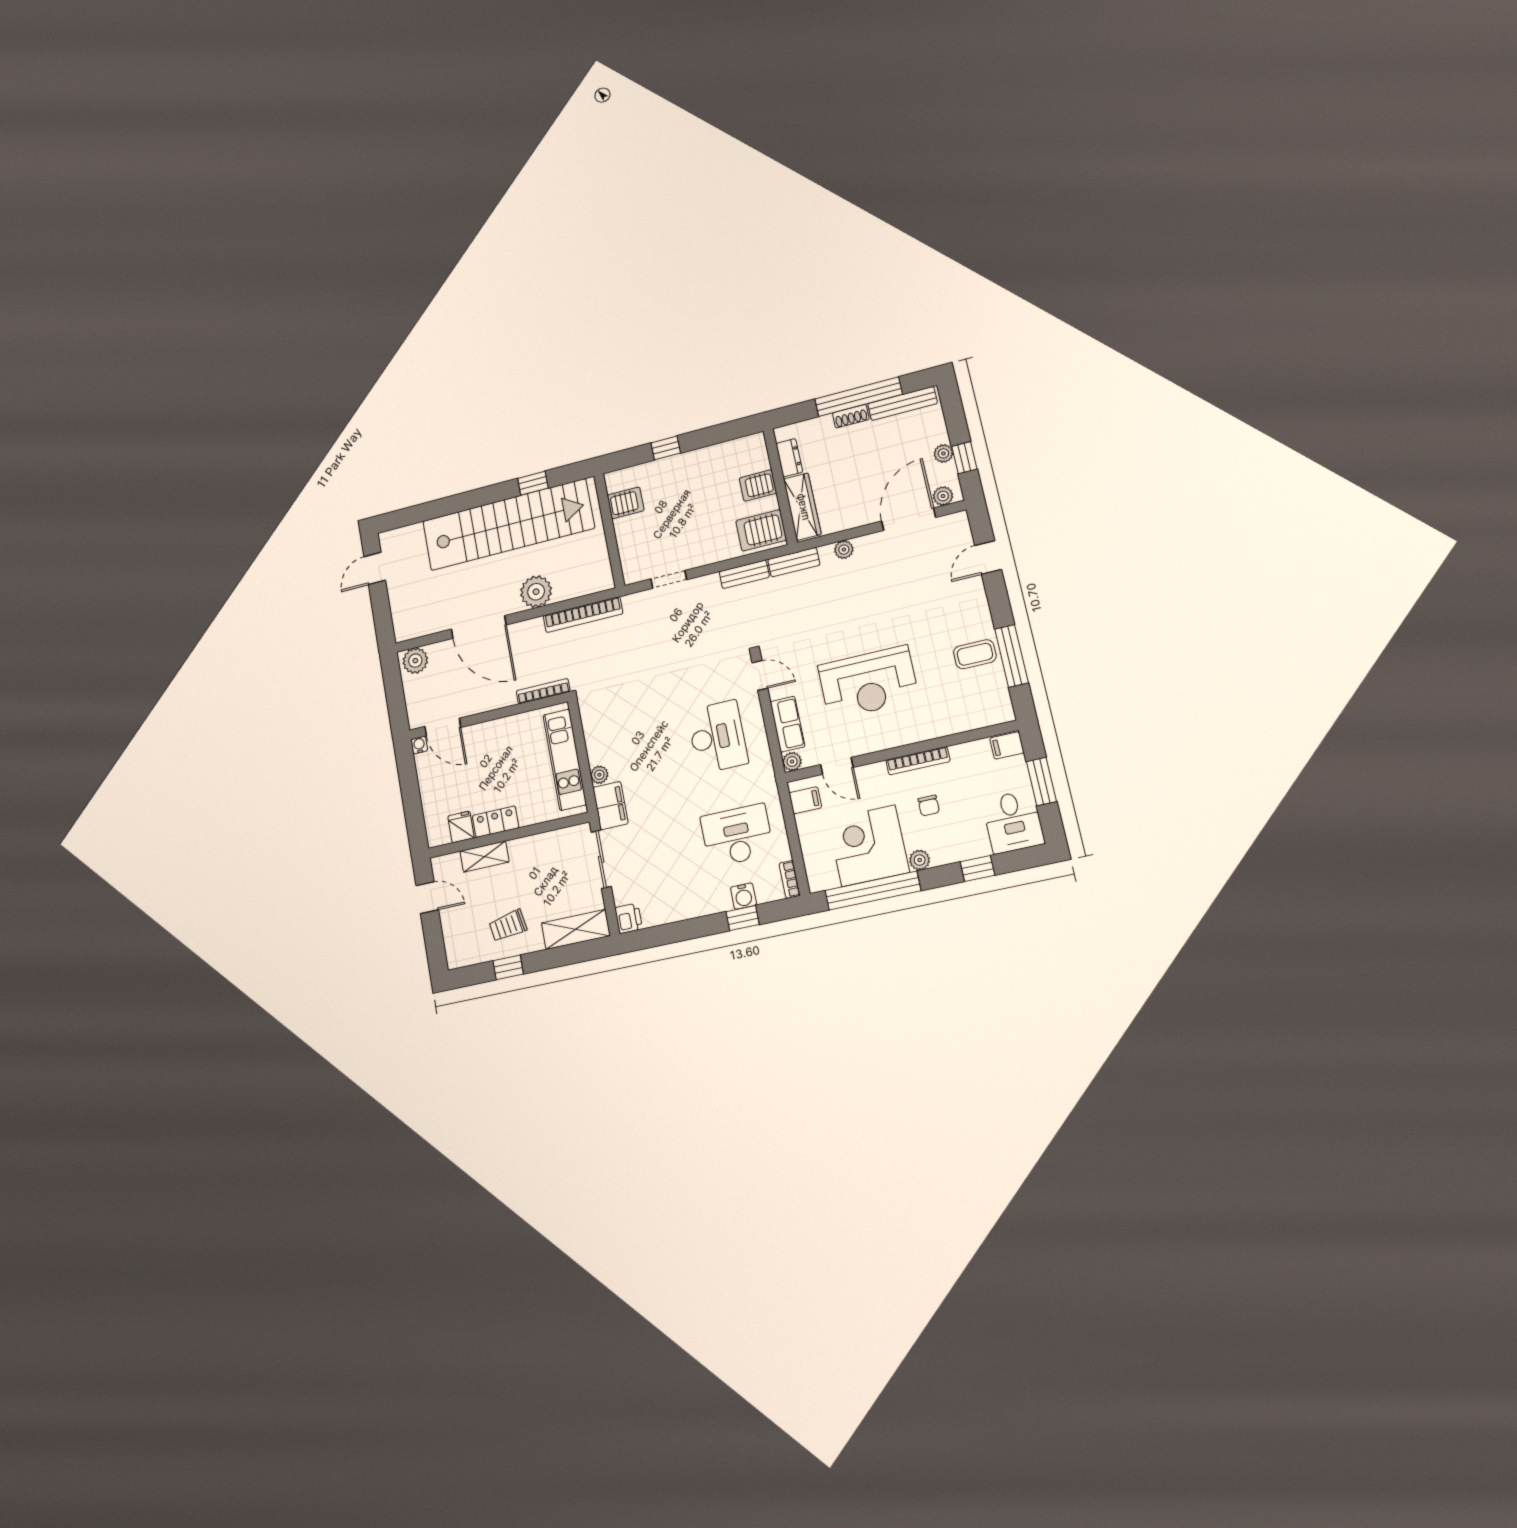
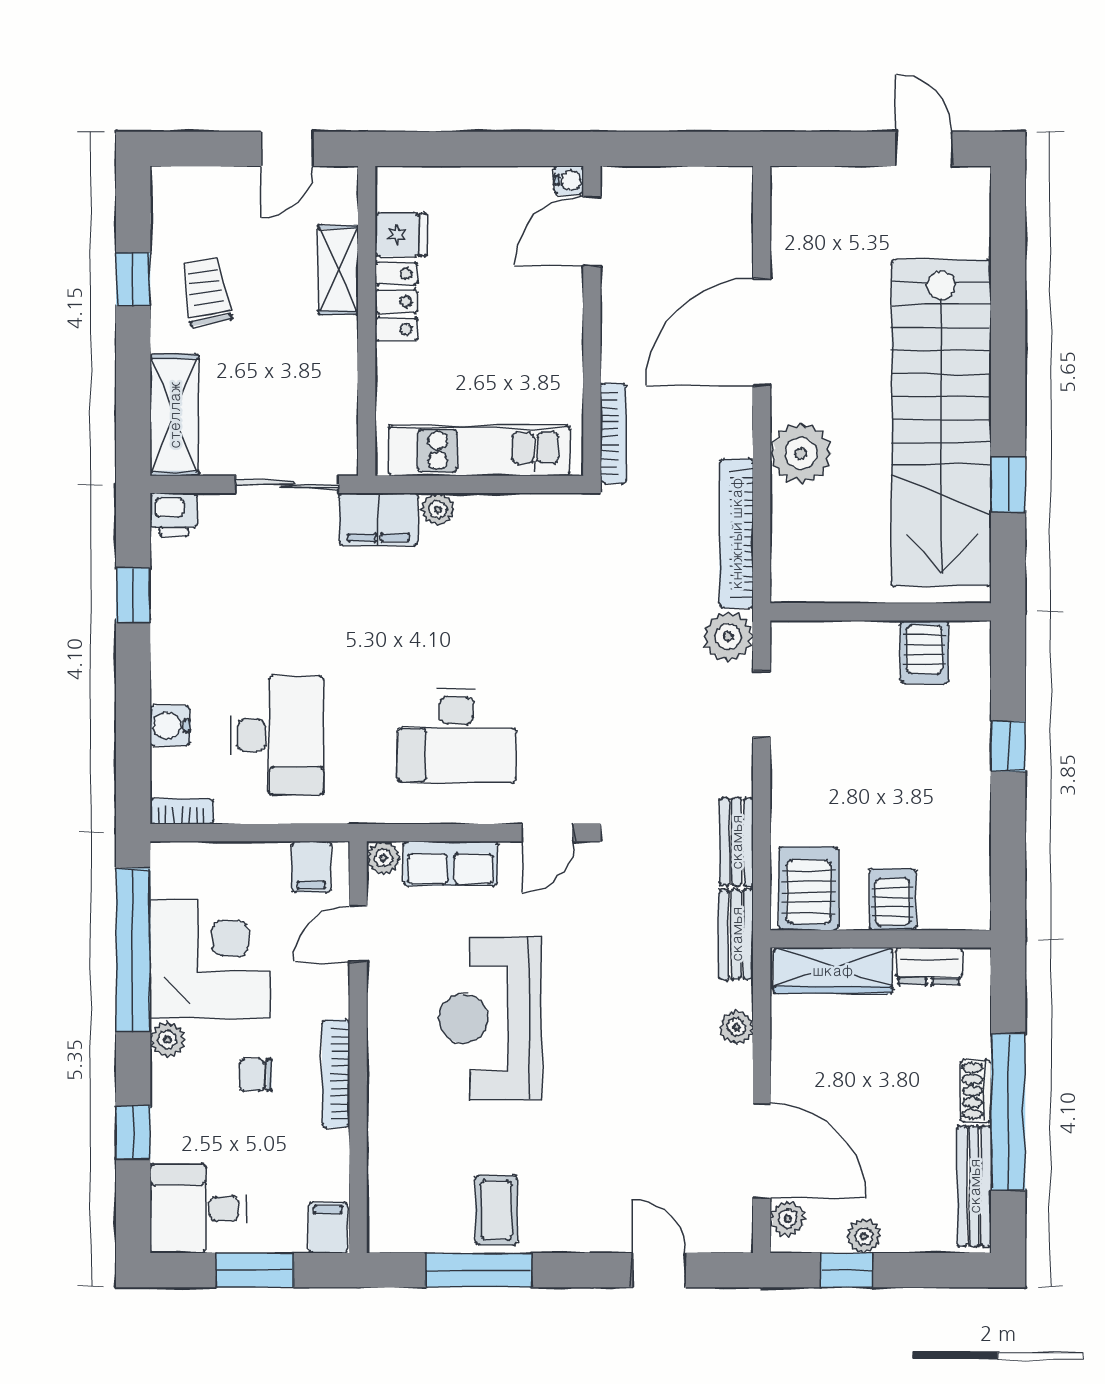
plant: (415, 661) -> (728, 636), moved
window: (743, 918) -> (133, 595), moved

